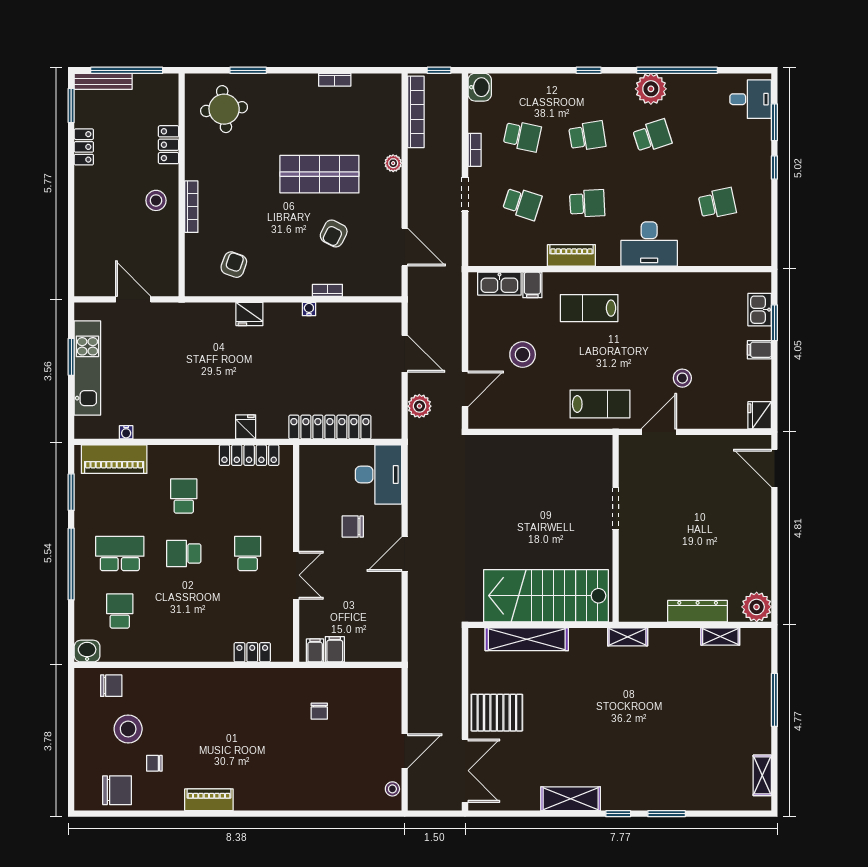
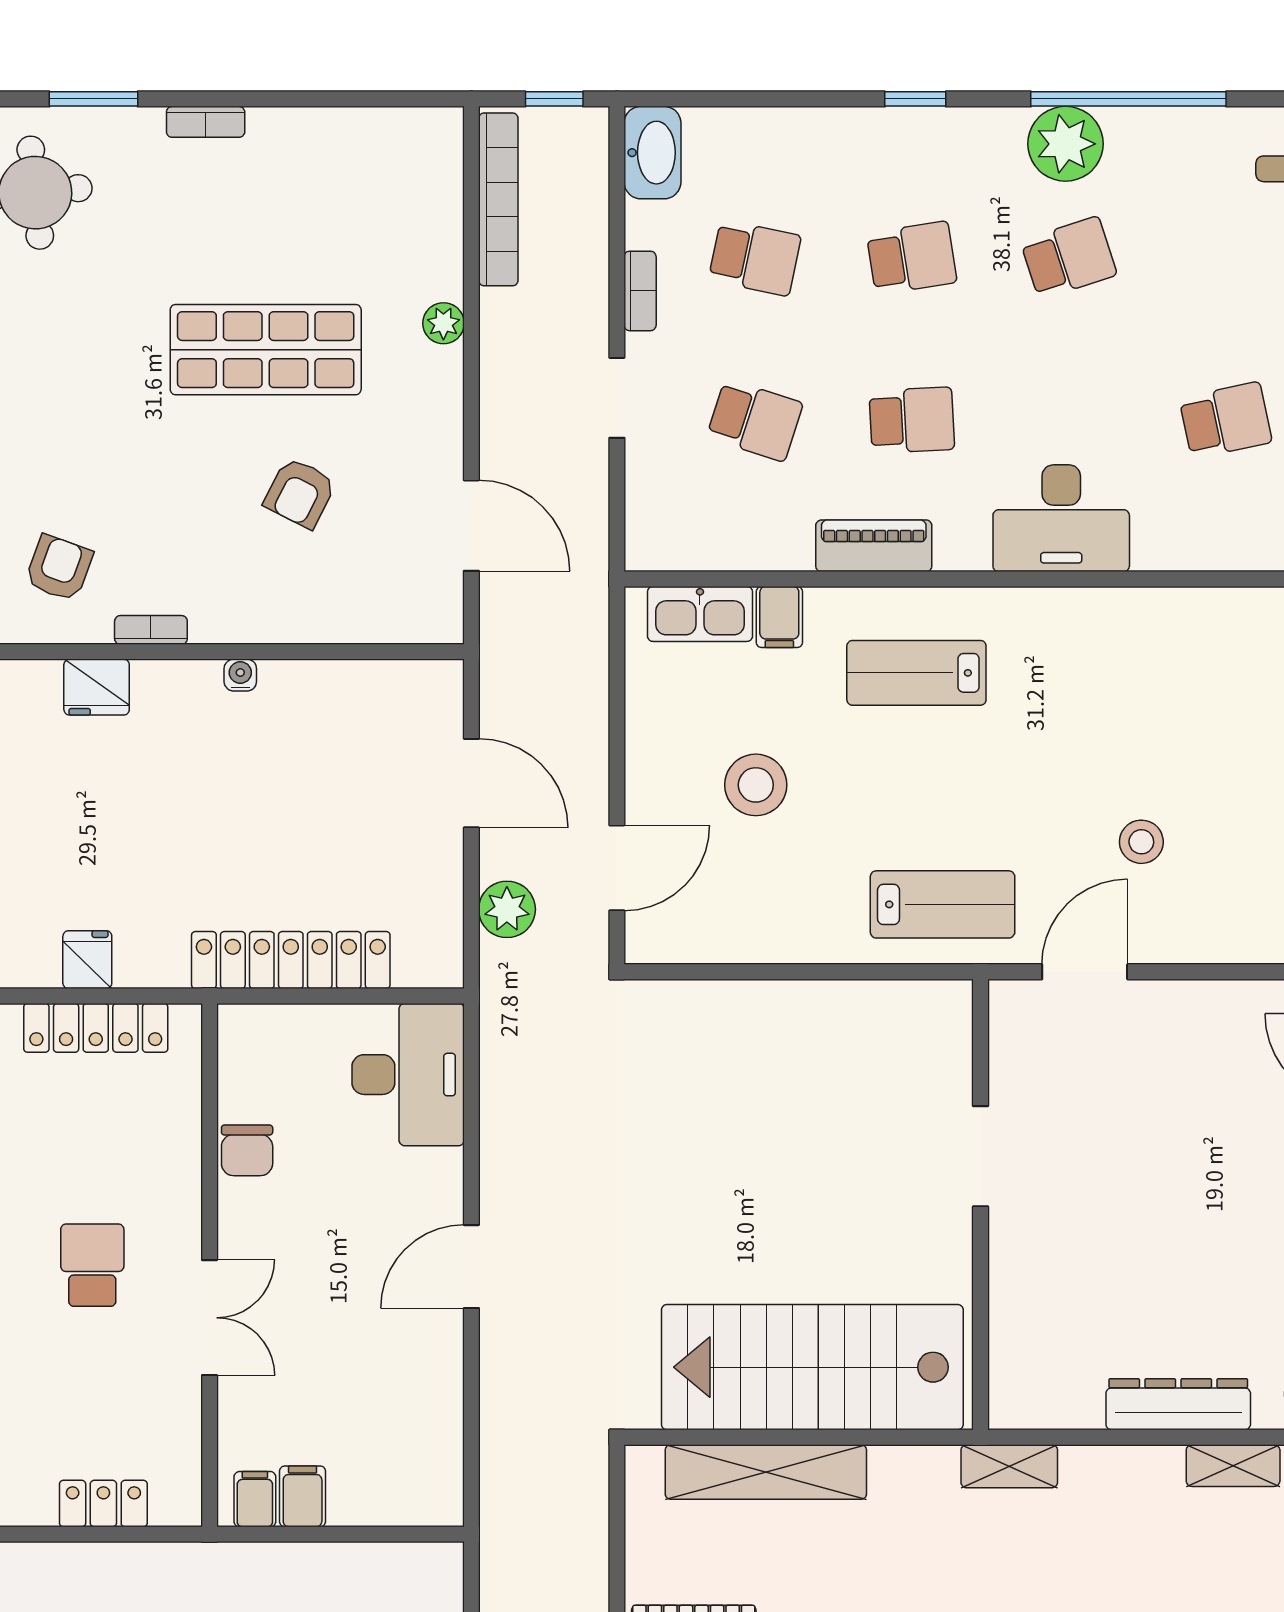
bookcase: (335, 80) -> (206, 122), moved
washbasin: (480, 87) -> (652, 153), width x1.38
bookcase: (327, 290) -> (151, 630), moved
chair: (353, 526) -> (247, 1150), moved, turned -90

